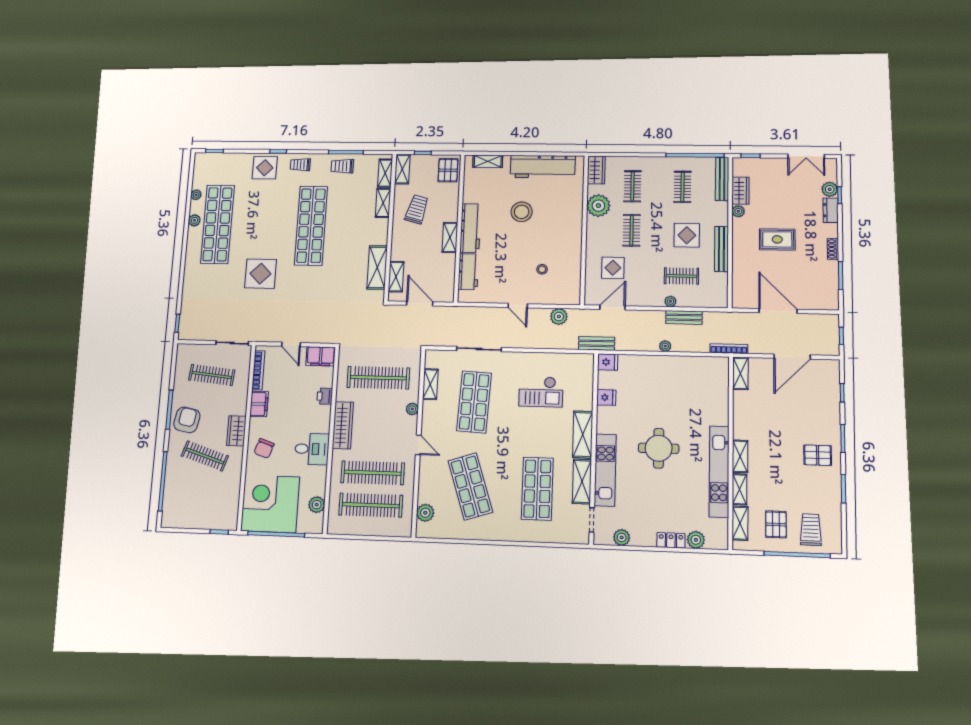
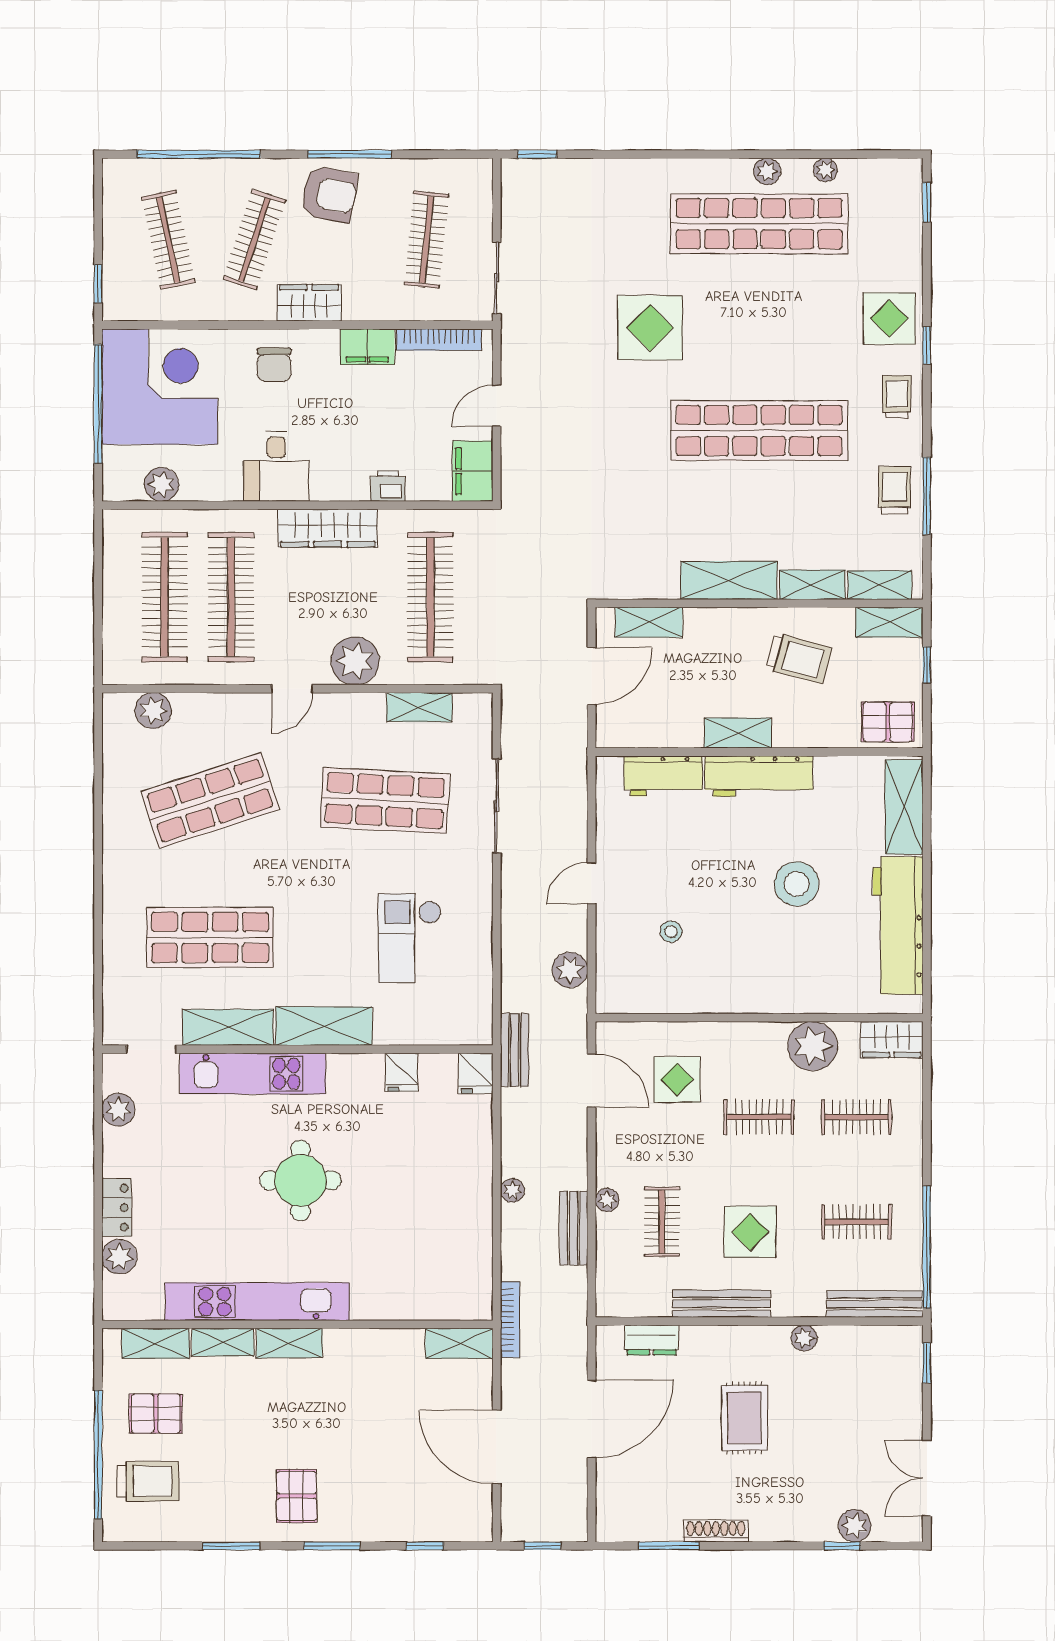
shelving: (488, 161) -> (904, 807), width x1.50, depth x1.33
wardrobe: (740, 191) -> (850, 1342), removed
dresser: (831, 210) -> (652, 1340), moved, turned 180
shoe rack: (833, 249) -> (716, 1531), width x1.43
shelving: (377, 267) -> (729, 580), moved
plant: (412, 409) -> (355, 661), width x1.88, depth x1.88
chair: (264, 448) -> (274, 365), turned -109
clothes rail: (201, 497) -> (168, 240), added

